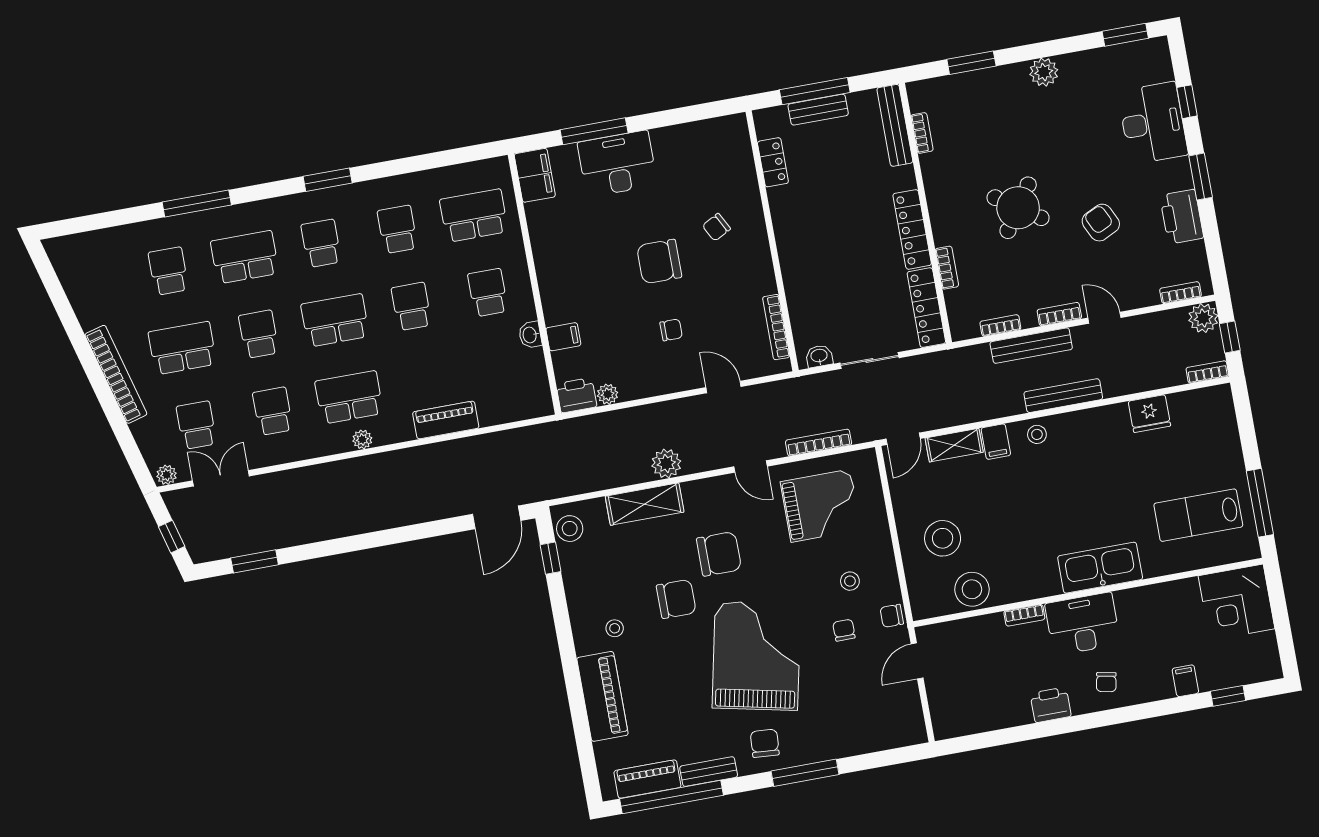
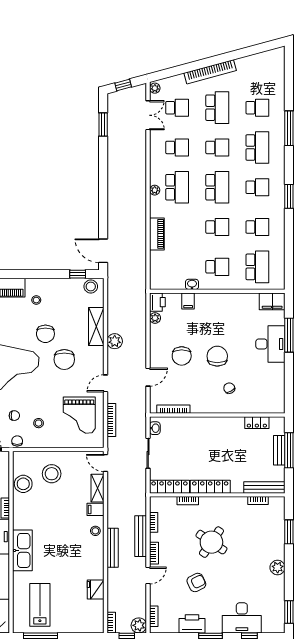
chair: (671, 330) -> (182, 356), width x1.87, depth x1.87

